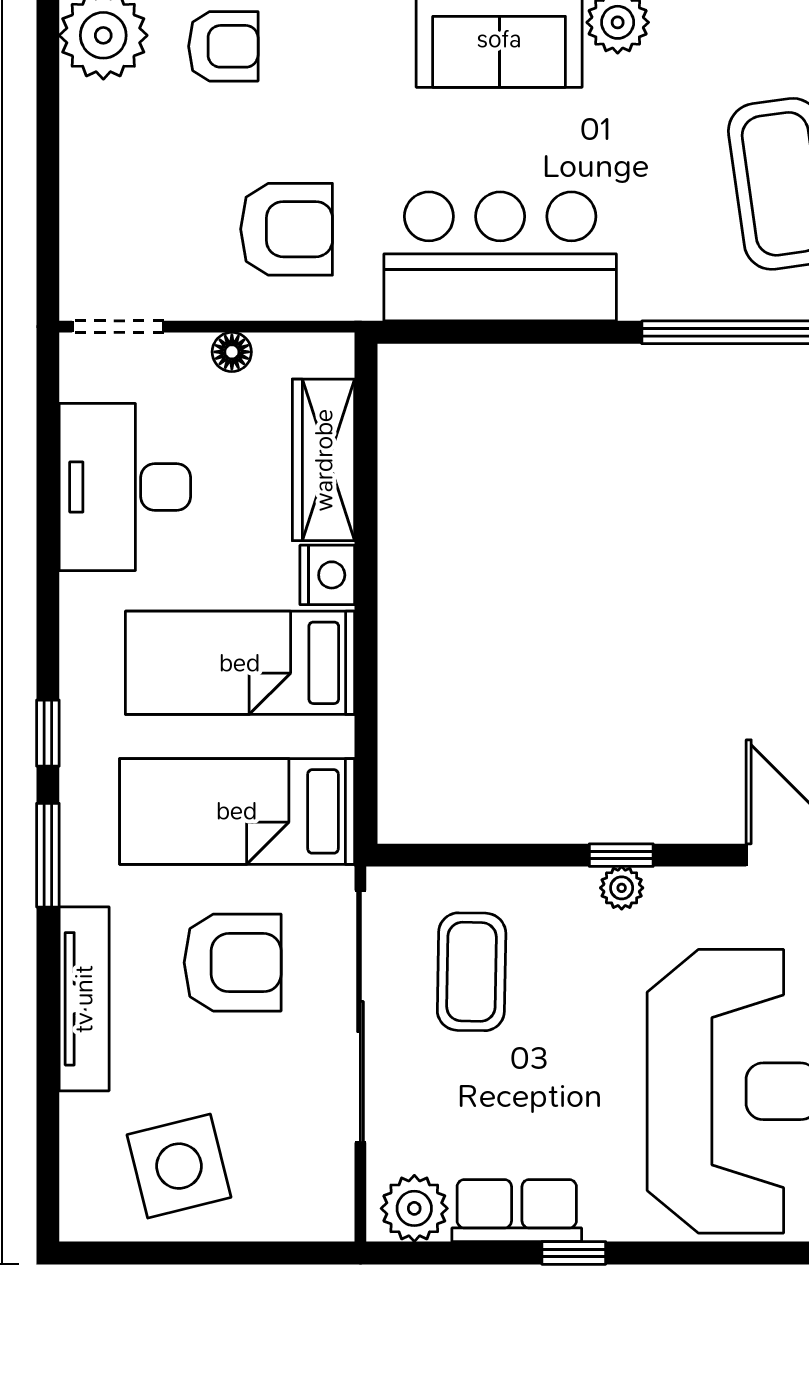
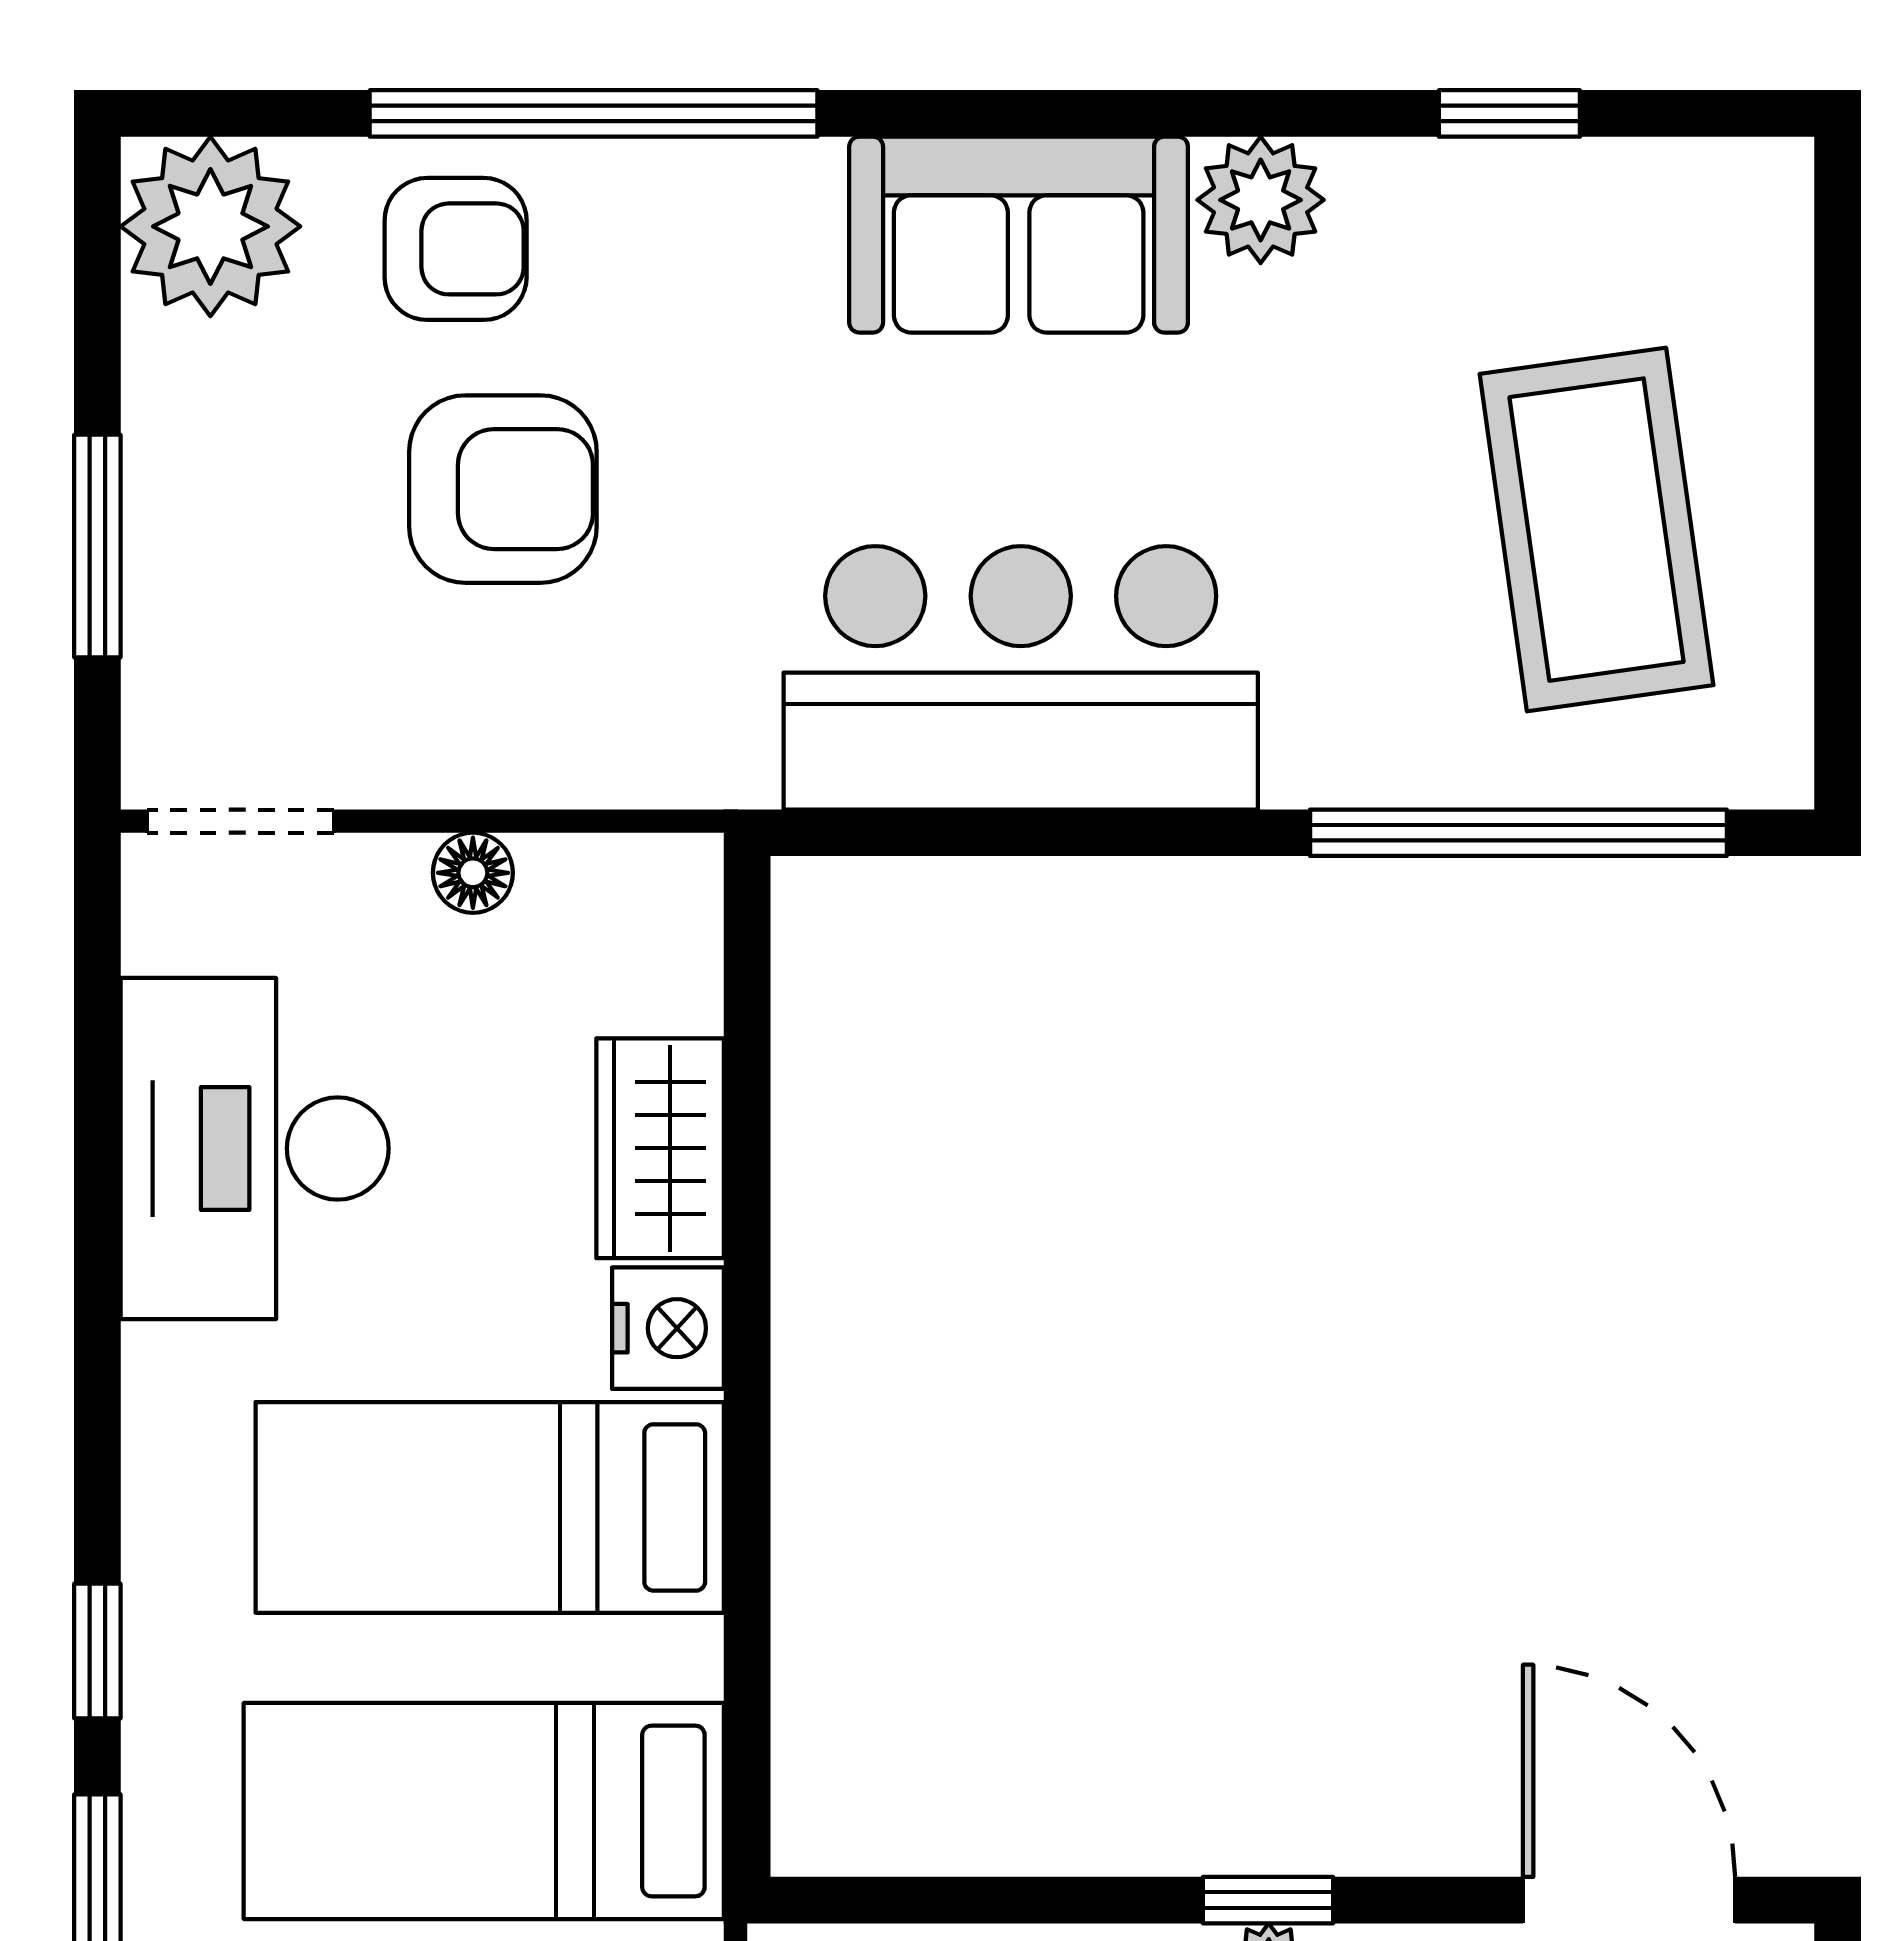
window: (48, 192) -> (97, 546), added
armchair: (287, 229) -> (503, 489), moved
wardrobe: (324, 460) -> (660, 1148), width x0.67

